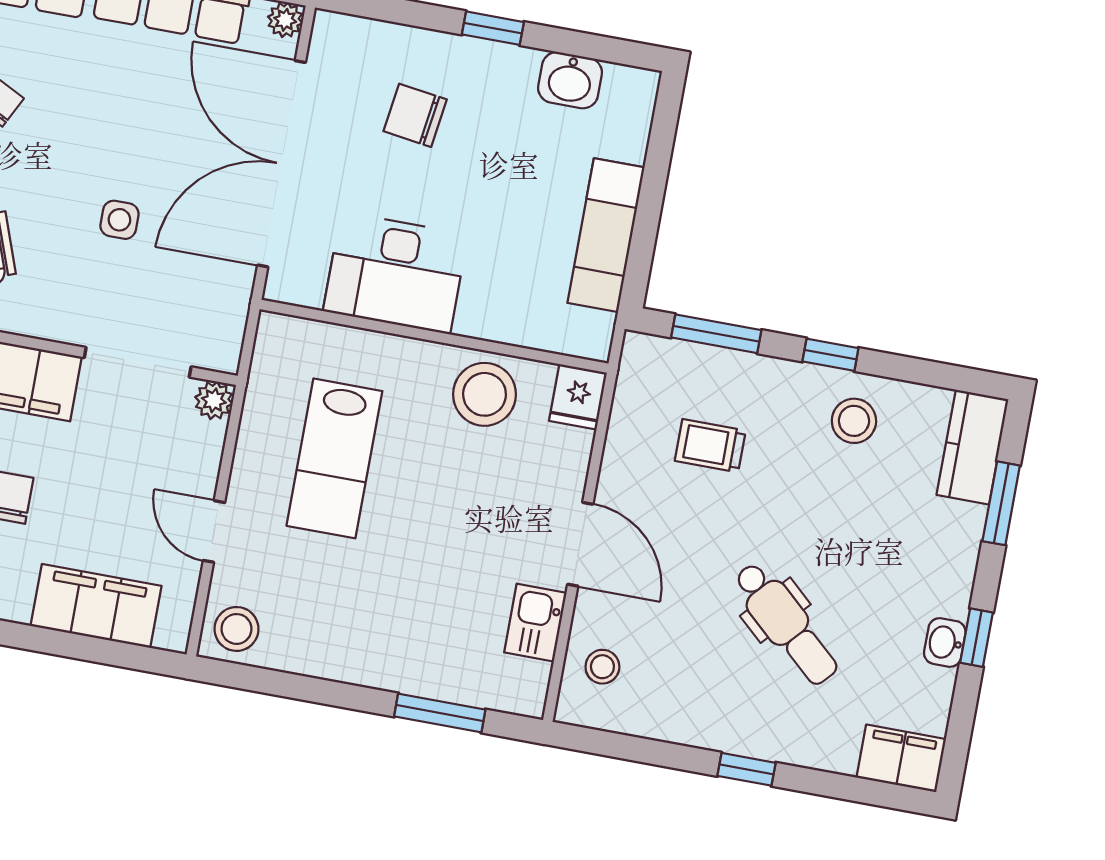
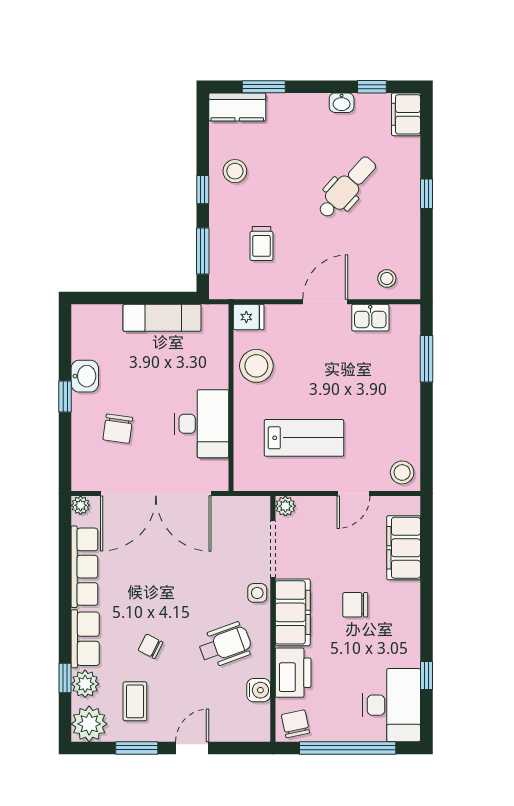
washbasin: (570, 80) -> (85, 376), moved
side table: (119, 220) -> (257, 593), moved
window: (977, 638) -> (372, 87), moved

